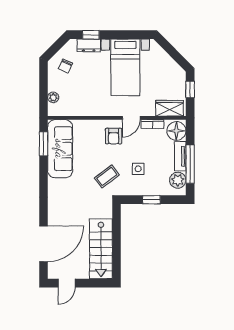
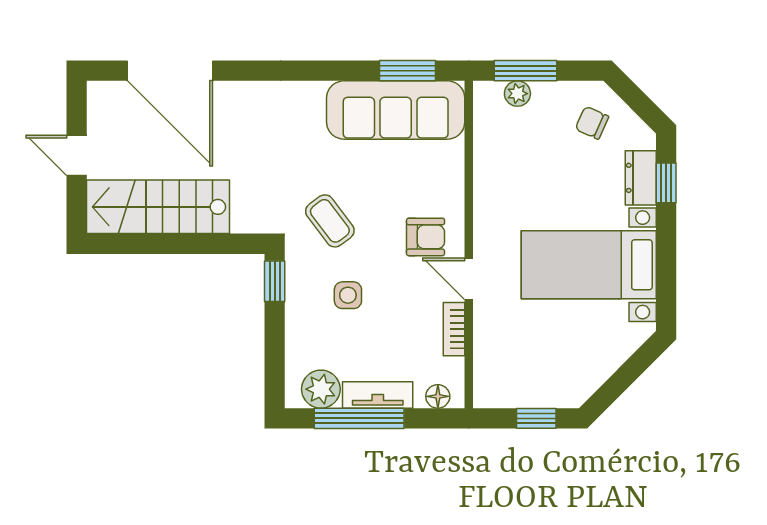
window: (44, 94) -> (526, 71), added
wardrobe: (170, 108) -> (492, 370), removed
floor lamp: (176, 131) -> (438, 396), width x0.53, depth x0.53
armchair: (114, 136) -> (426, 237), turned 180
window: (151, 200) -> (275, 281), moved
door: (67, 283) -> (77, 155), moved

